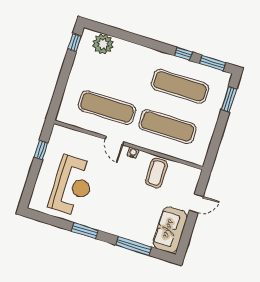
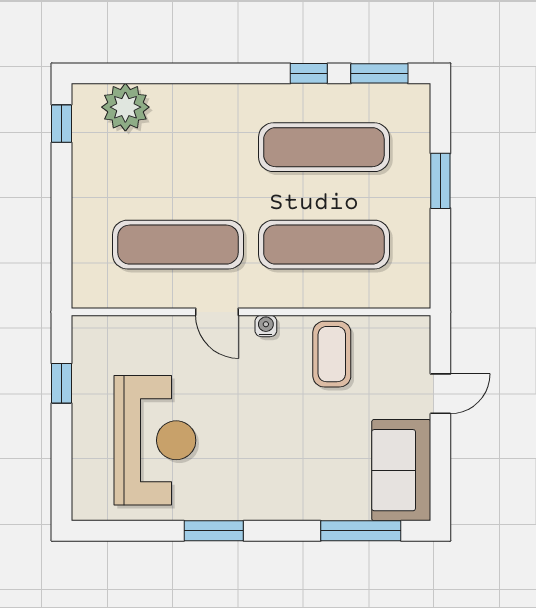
window: (229, 99) -> (440, 181), moved
window: (134, 246) -> (361, 531), moved

